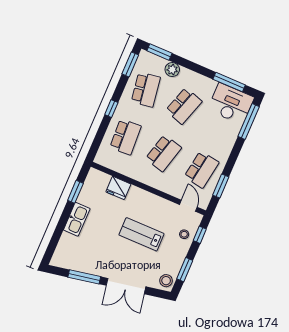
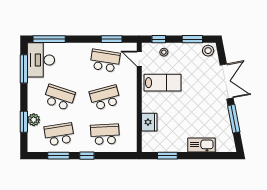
window: (159, 52) -> (24, 122), moved
window: (130, 64) -> (58, 156), moved
school desk: (164, 153) -> (105, 97), turned -30
door: (188, 206) -> (139, 59), hinge flipped
kitchen sink: (77, 219) -> (202, 145), moved
lab bench: (142, 234) -> (162, 83), moved, turned -90

